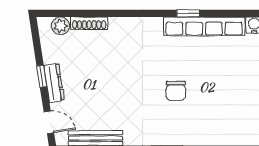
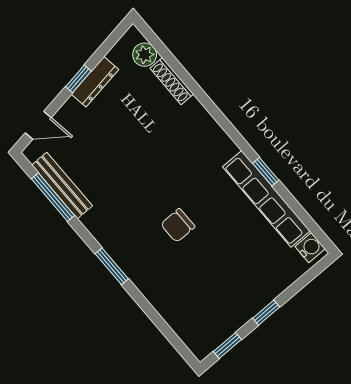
dresser: (54, 83) -> (95, 82), moved
door: (49, 122) -> (38, 125), hinge flipped

